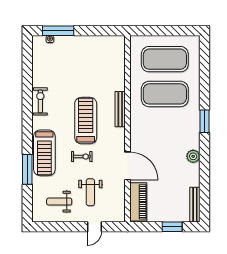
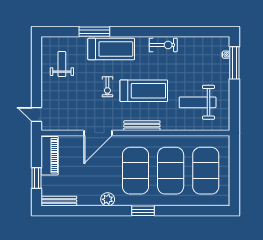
bench: (120, 109) -> (142, 126), moved
exercise mat: (165, 129) -> (135, 171), added
treadmill: (44, 153) -> (111, 49), turned 180
weight bench: (90, 192) -> (198, 102), moved, width x1.36, depth x1.33
piano: (138, 202) -> (50, 156), moved, turned -90
door: (94, 227) -> (37, 114), moved

